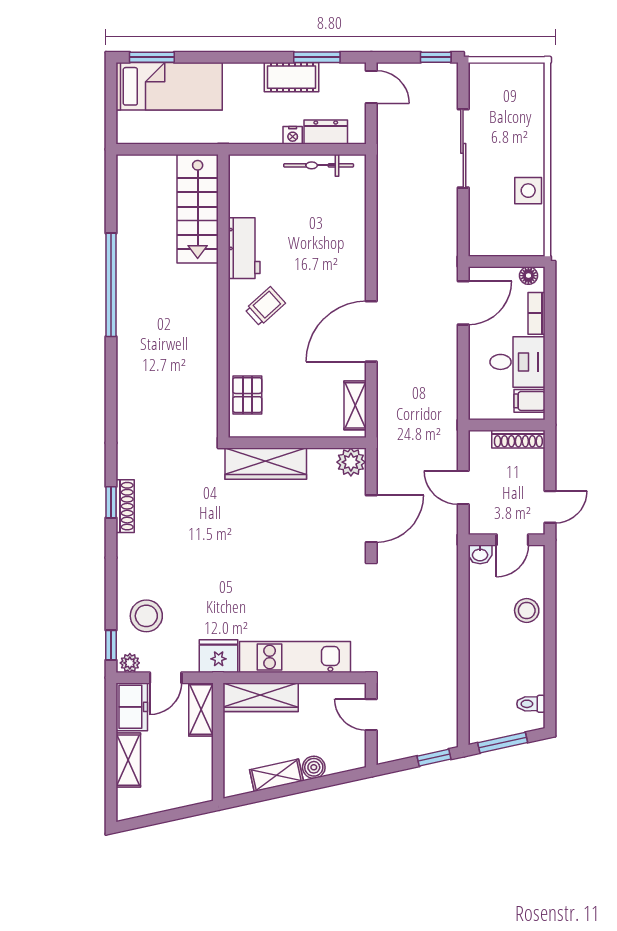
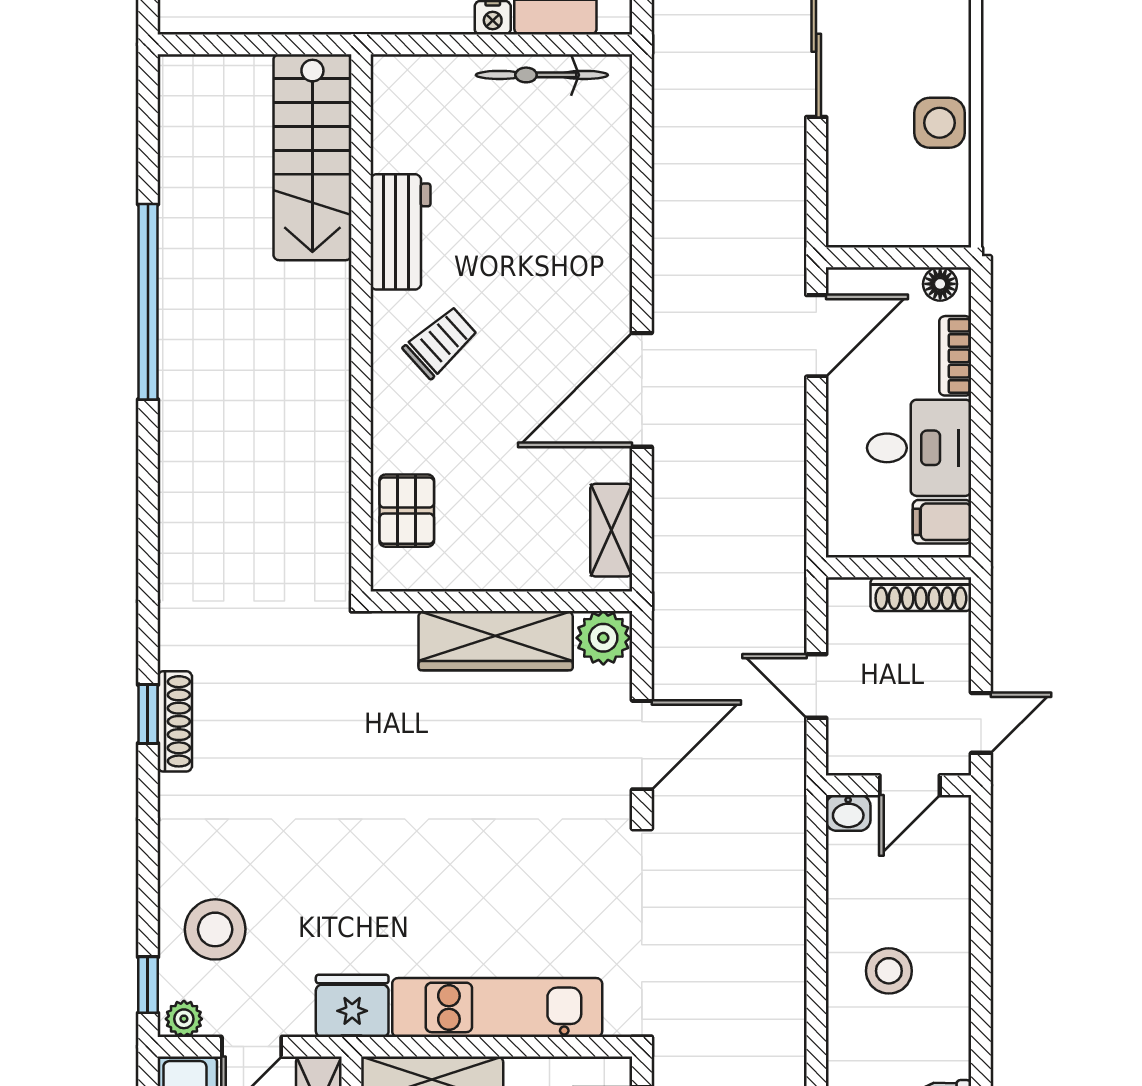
wardrobe: (266, 464) -> (496, 641), moved
stool: (527, 610) -> (889, 971), moved

